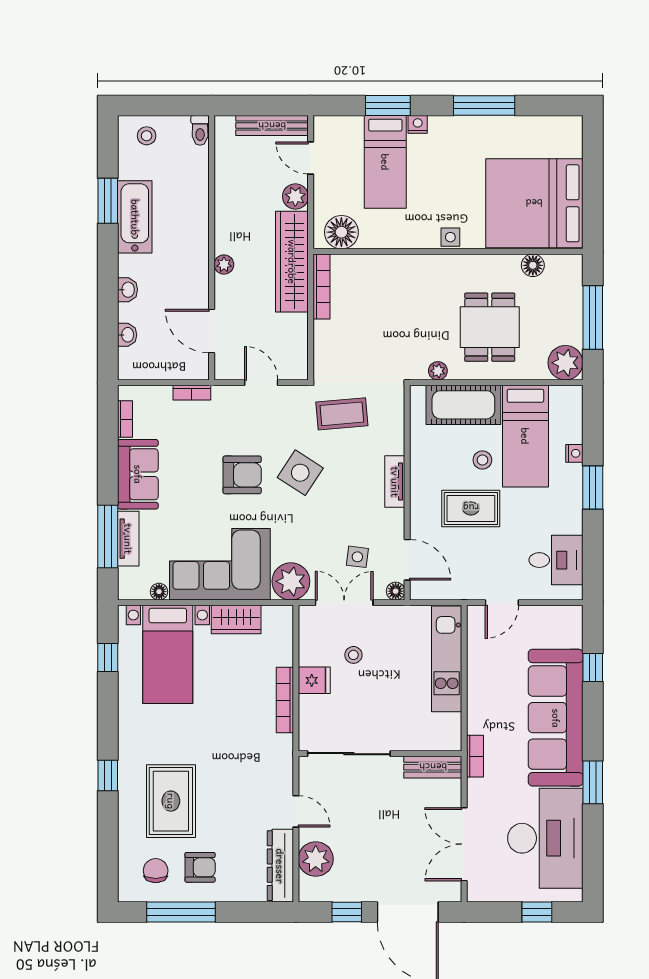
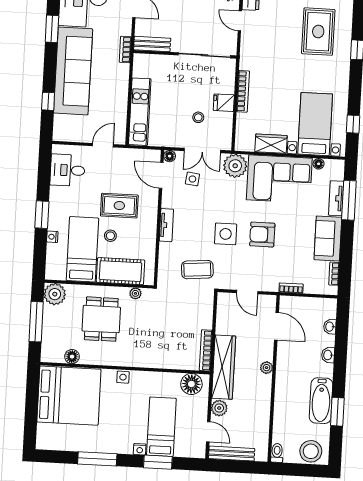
stool: (147, 136) -> (311, 451), width x1.89, depth x1.89
side table: (300, 473) -> (226, 234), turned -33

